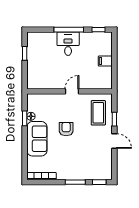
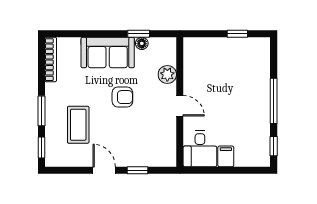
desk: (68, 44) -> (200, 149), moved, turned 90
plant: (51, 100) -> (167, 74), added
coffee table: (98, 113) -> (78, 125), moved, turned 90
door: (114, 141) -> (104, 170), swing flipped

